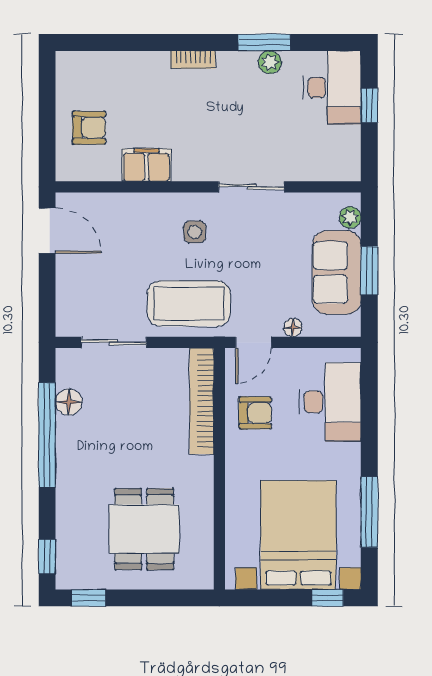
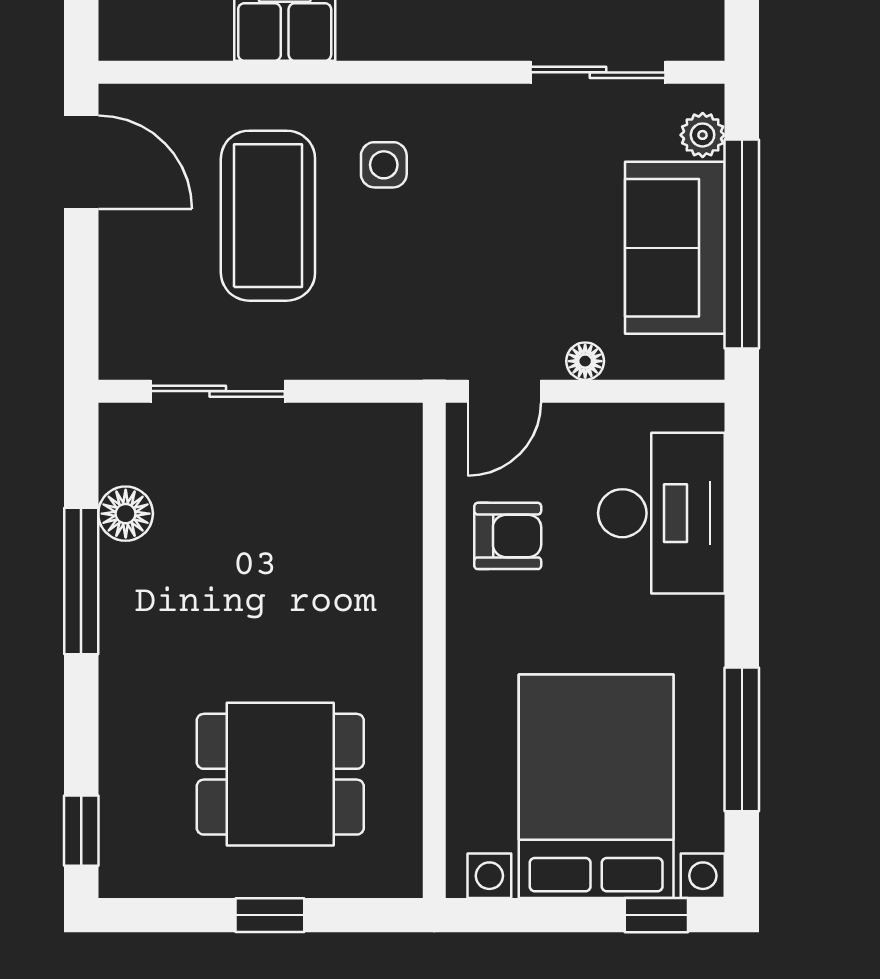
sliding door: (252, 187) -> (598, 72), moved
window: (369, 271) -> (742, 244), width x2.11
coffee table: (189, 303) -> (268, 216), moved, turned 90
bookcase: (202, 401) -> (398, 512), removed
window: (47, 435) -> (81, 581), width x0.68
dining table: (144, 529) -> (280, 774), turned 90
window: (89, 598) -> (270, 915), moved

